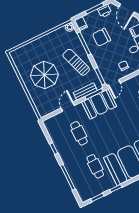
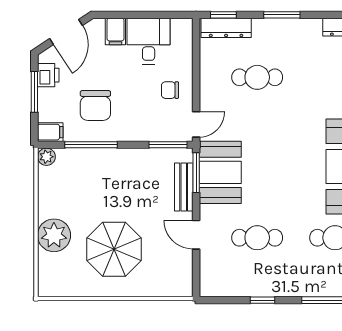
door: (127, 10) -> (66, 32), hinge flipped
plant: (38, 47) -> (54, 235), added
sun lounger: (76, 62) -> (119, 177), removed
door: (114, 84) -> (196, 124), hinge flipped

